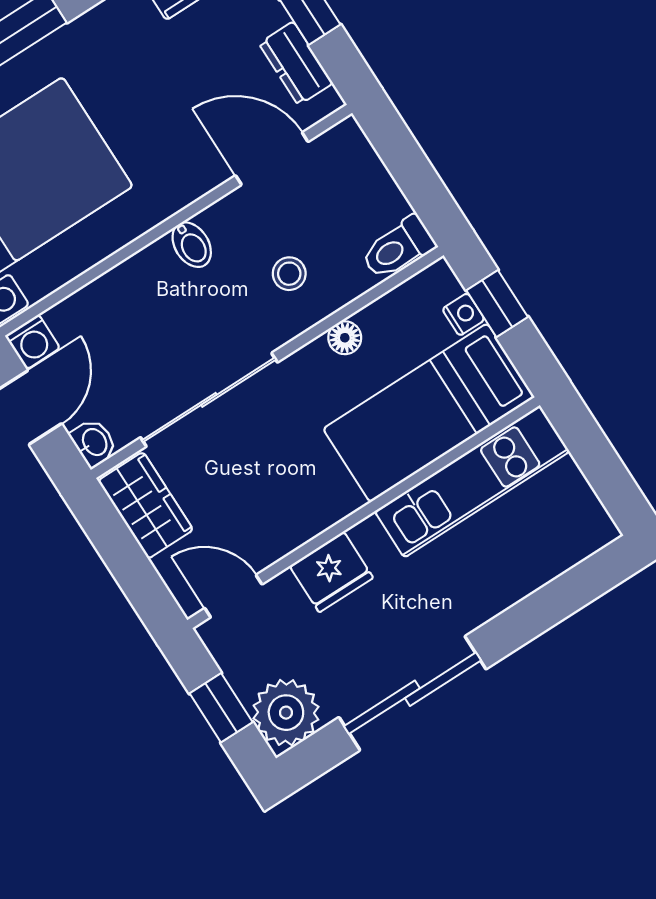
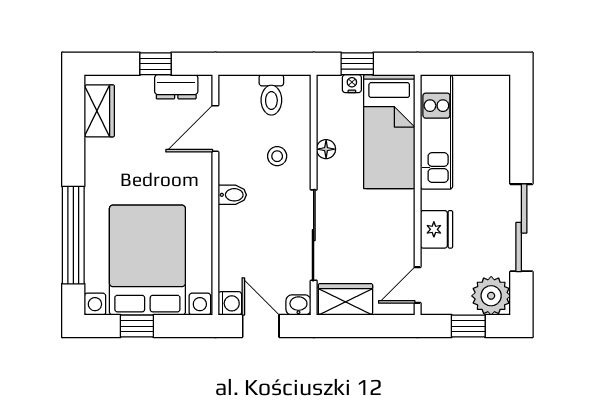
toilet: (398, 248) -> (271, 95), moved

